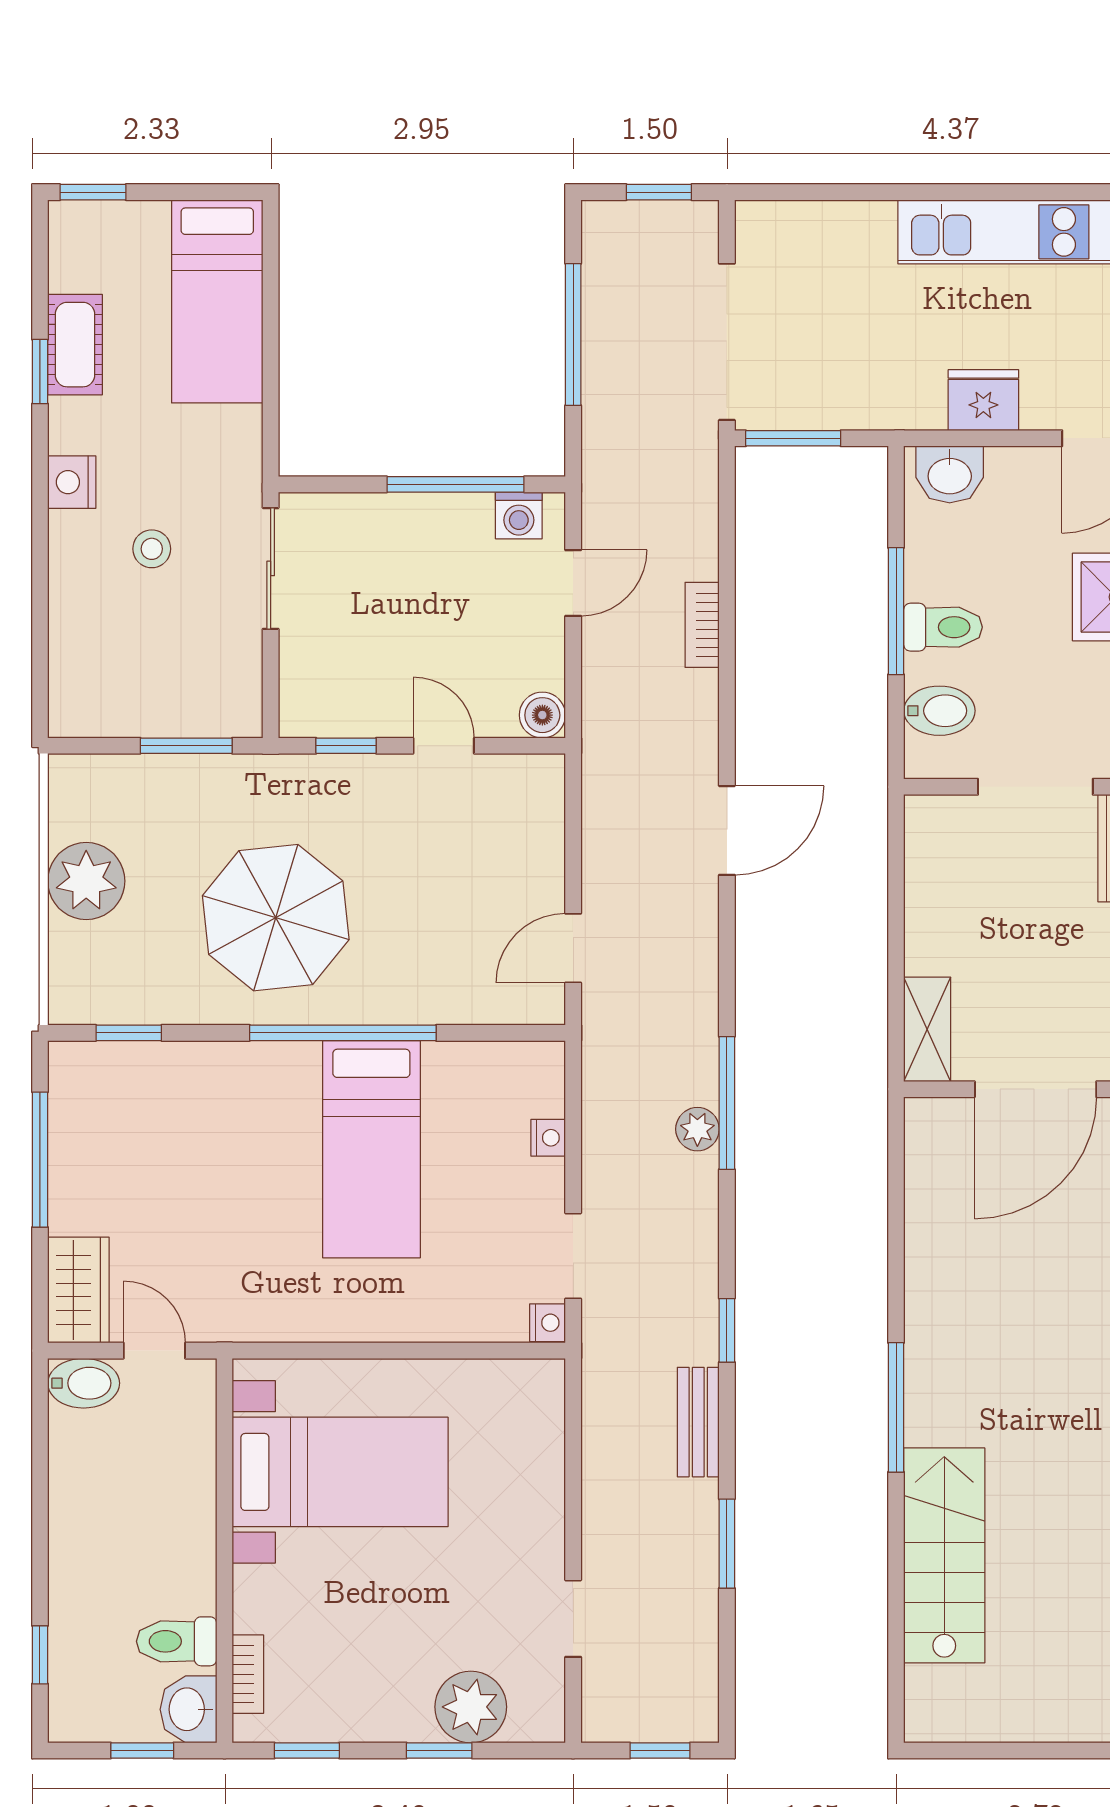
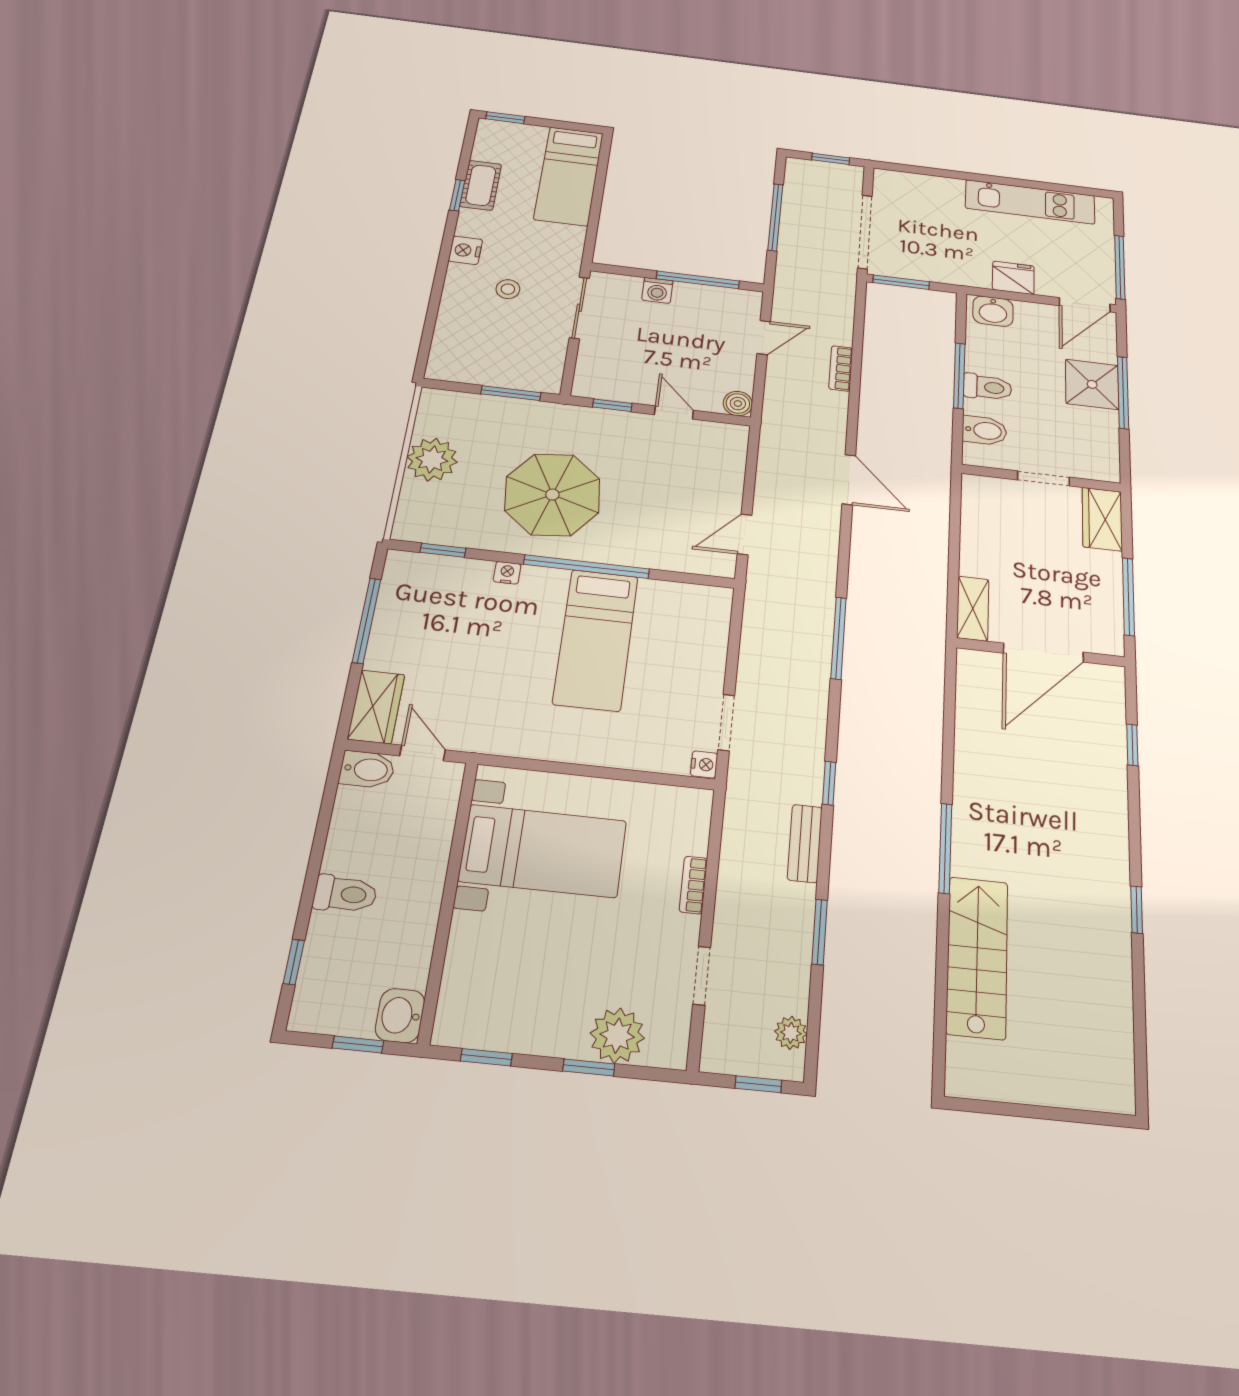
washing machine: (519, 515) -> (657, 290), moved
doorway: (1035, 787) -> (1043, 478), width x0.73
door: (727, 830) -> (849, 480), hinge flipped
plant: (697, 1129) -> (791, 1033), moved
nightstand: (548, 1138) -> (507, 573), moved, turned -90
toilet: (177, 1641) -> (345, 894), moved, turned 180
bookcase: (248, 1674) -> (693, 885), moved, turned 180

